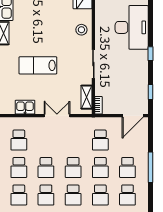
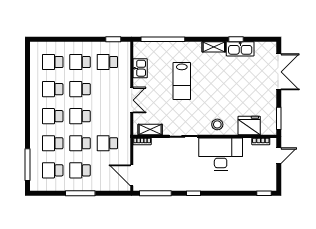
desk: (132, 27) -> (221, 154), moved, turned 180
lab bench: (38, 65) -> (182, 81), turned 180
window: (150, 92) -> (155, 193), width x2.17

